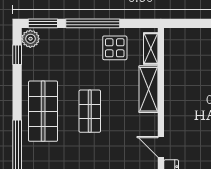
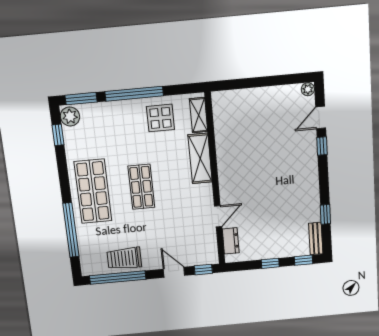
door: (161, 147) -> (218, 216), swing flipped

